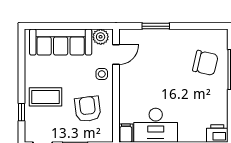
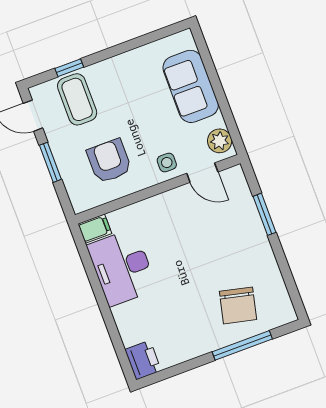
sofa: (61, 42) -> (191, 86), width x0.73
coffee table: (46, 97) -> (77, 99), moved
armchair: (88, 109) -> (109, 161), turned -83

